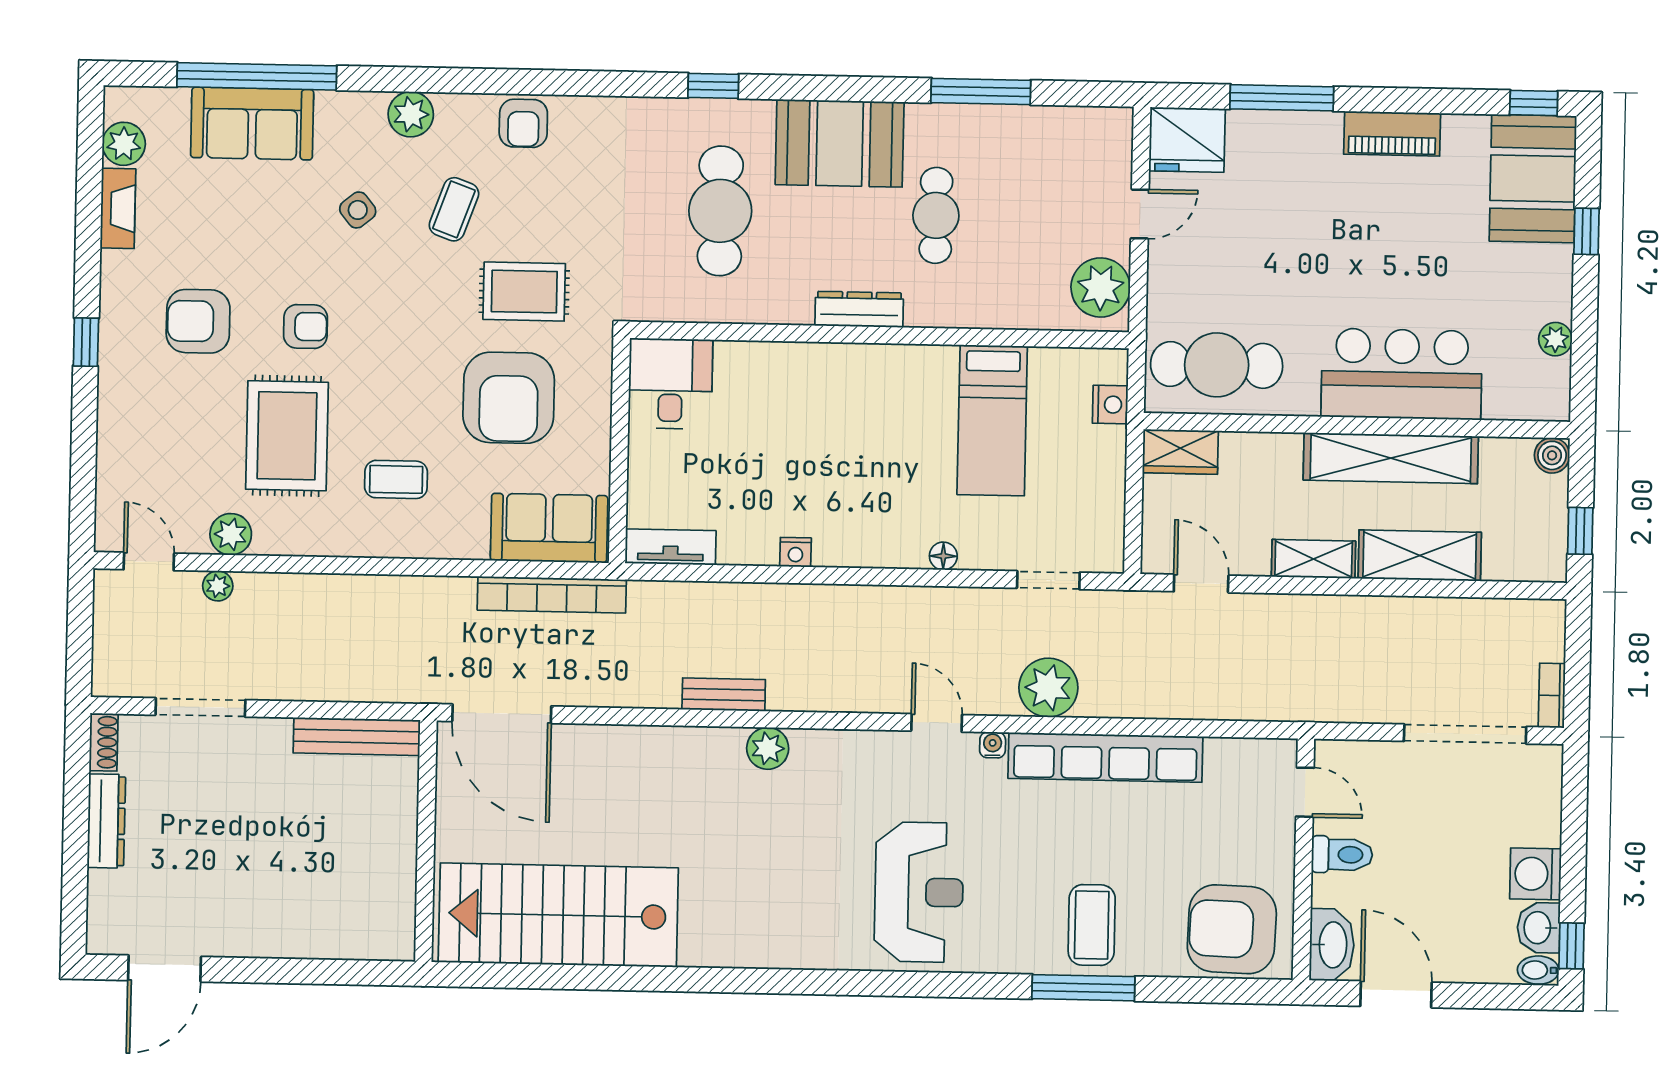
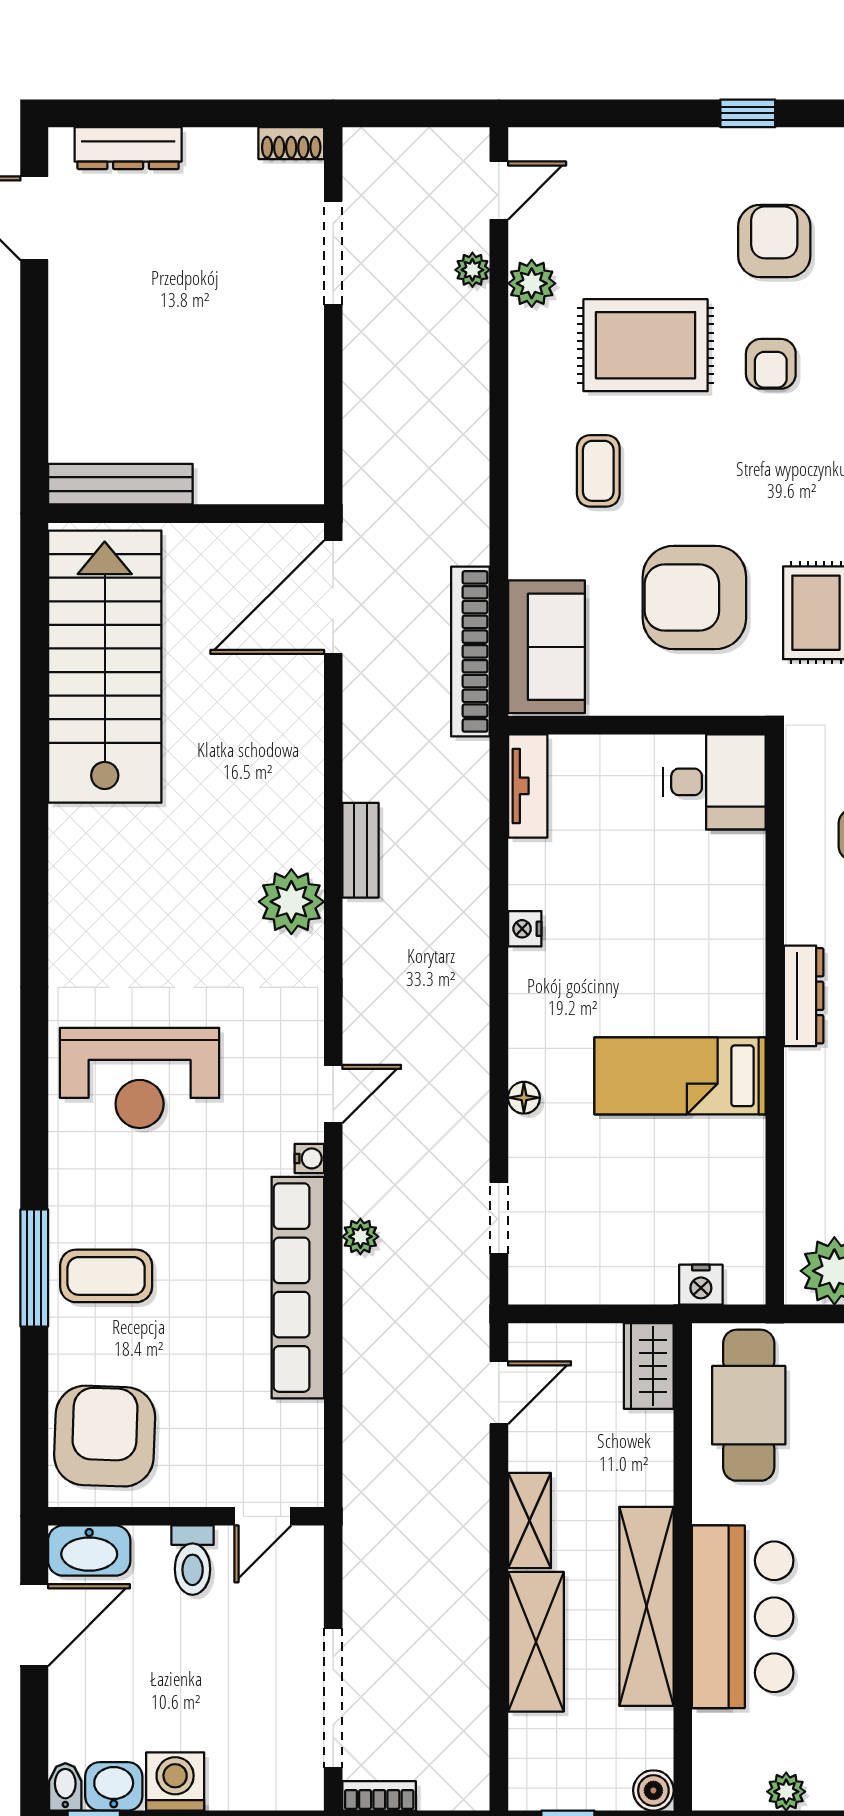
bed: (992, 420) -> (680, 1076), moved
plant: (1048, 688) -> (360, 1237), width x0.53, depth x0.53
bench: (357, 736) -> (120, 484), moved, turned 90
plant: (768, 748) -> (291, 902), width x1.36, depth x1.36
dresser: (106, 821) -> (128, 148), moved

